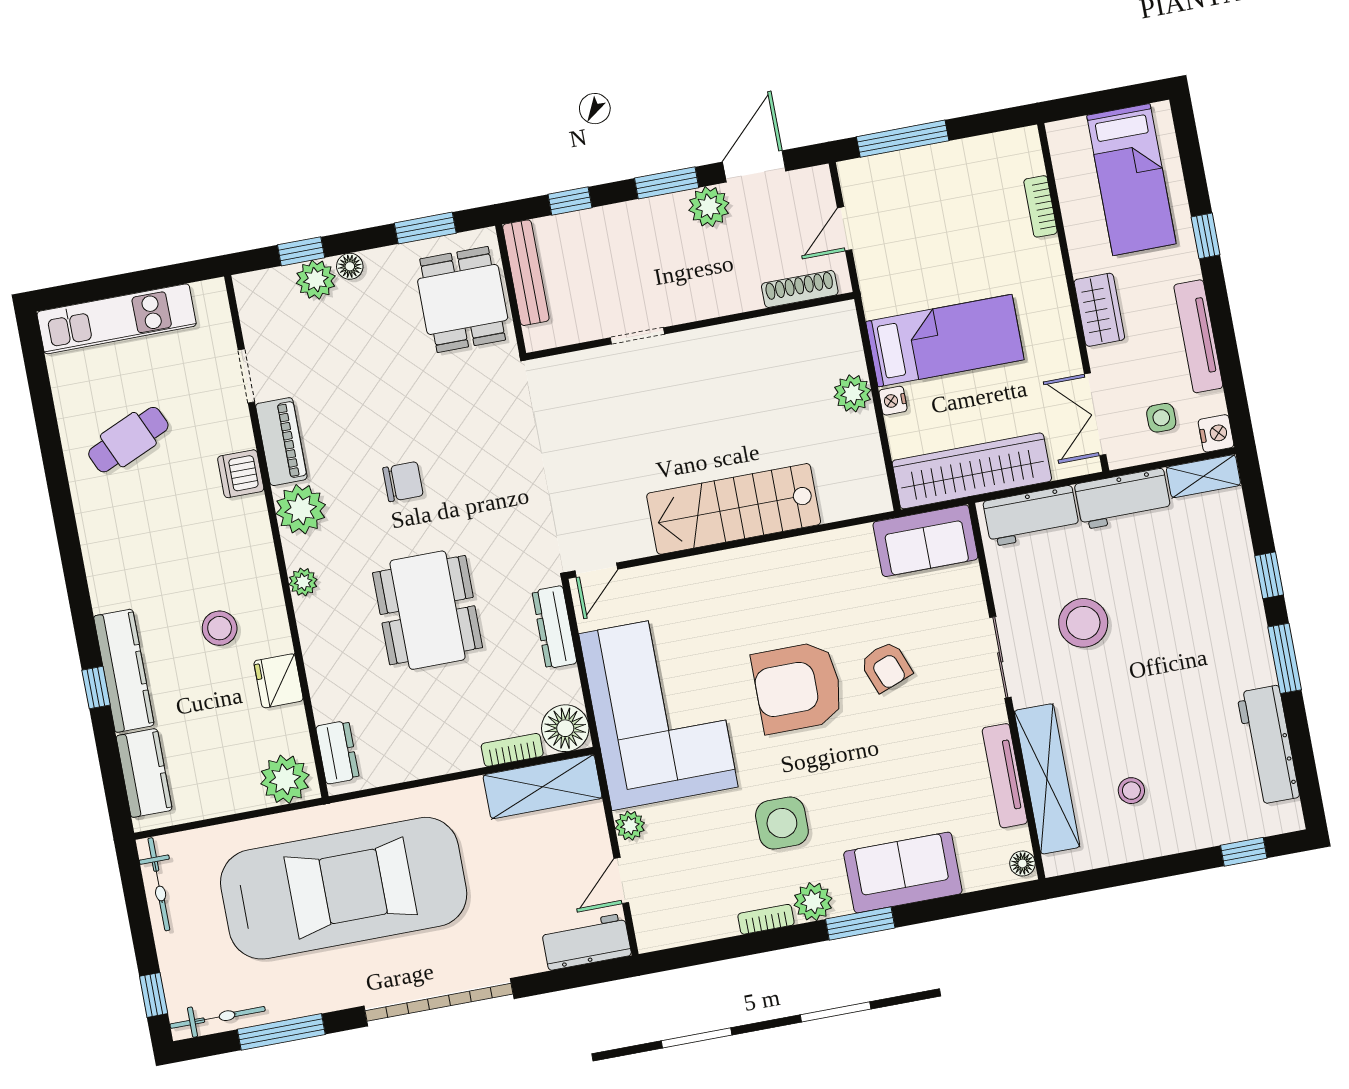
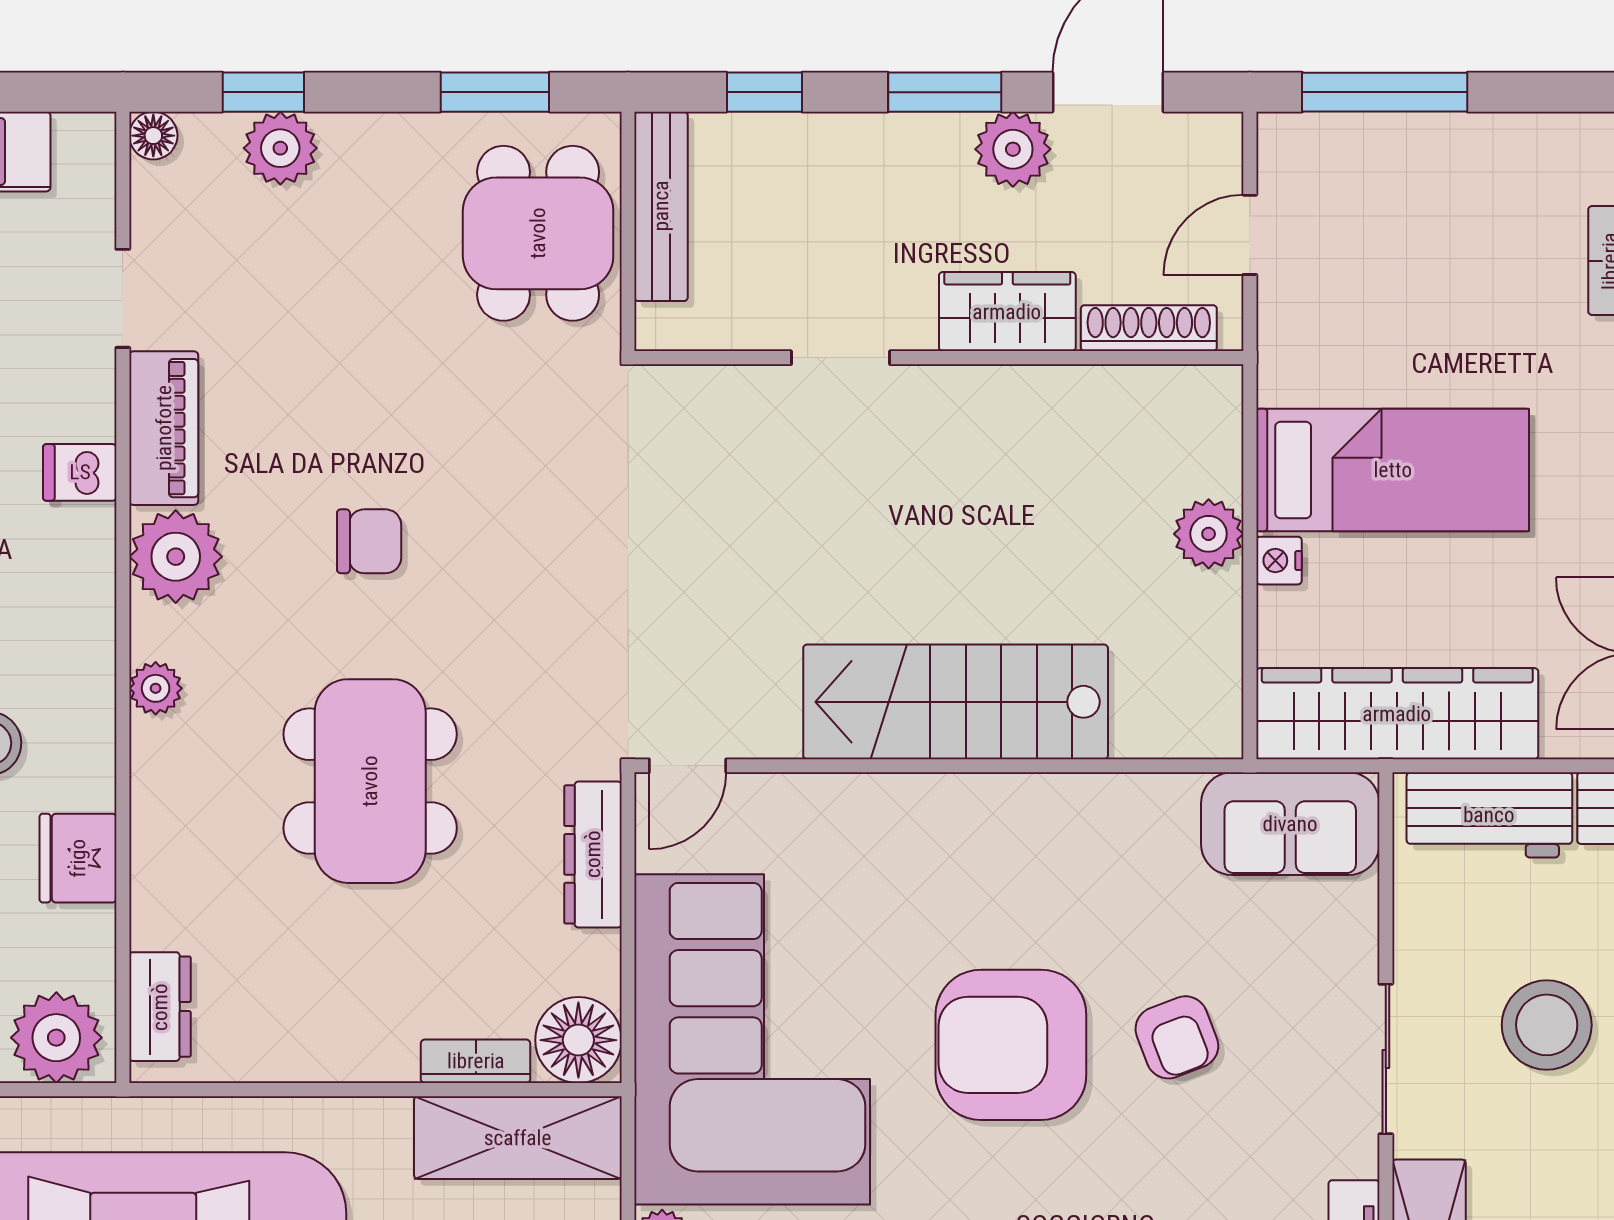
floor lamp: (350, 266) -> (153, 136), moved
wardrobe: (722, 294) -> (1007, 312), added
dishwasher: (241, 474) -> (80, 472), width x0.73

